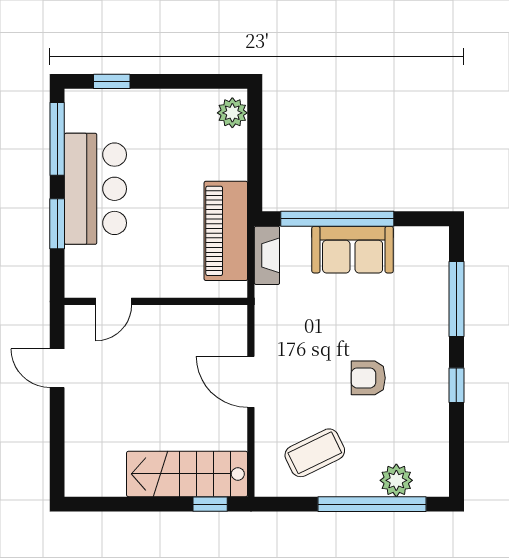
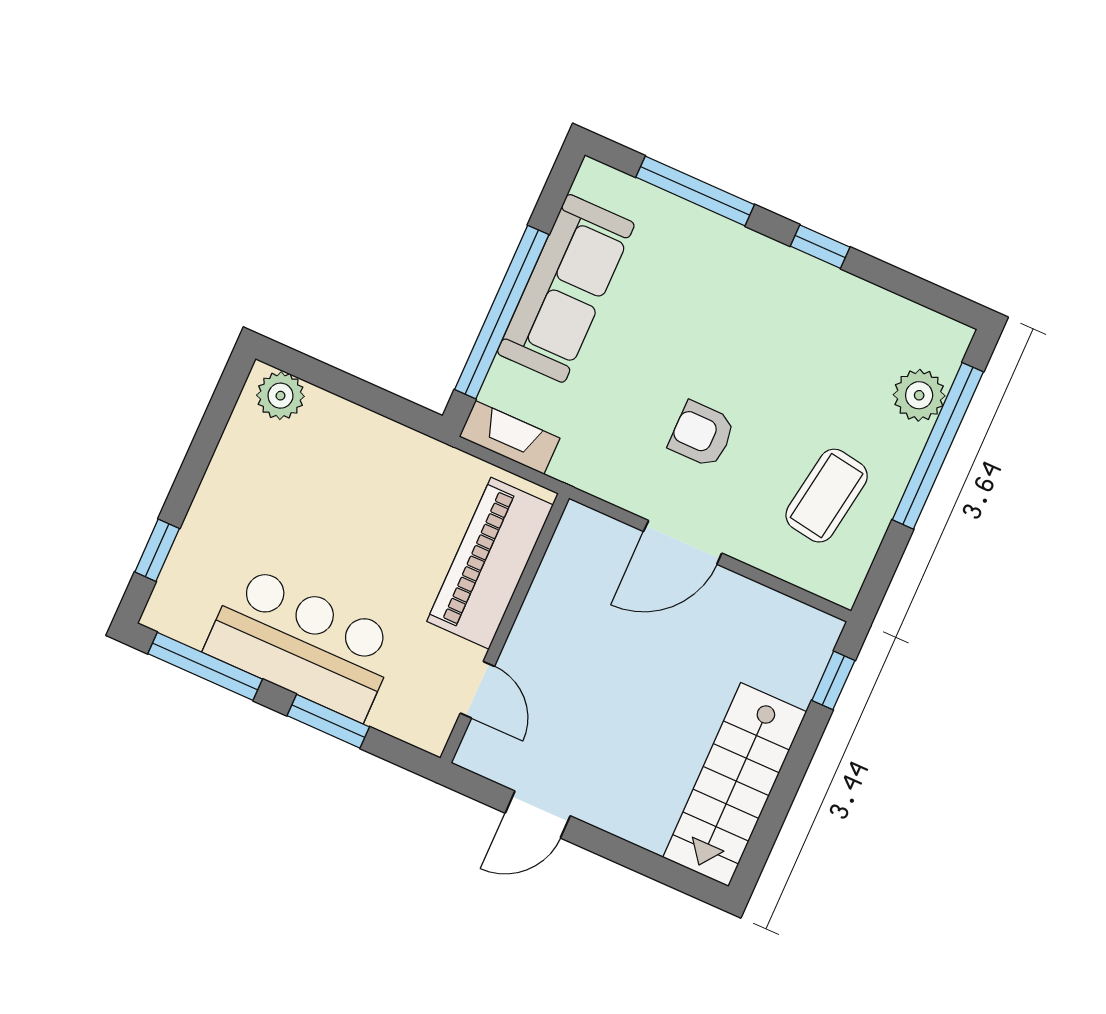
piano: (226, 231) -> (490, 563), moved, turned 90
sofa: (353, 250) -> (566, 288), width x1.36
armchair: (368, 378) -> (702, 434), moved, turned 90
coffee table: (315, 453) -> (827, 496), turned 35
stairs: (187, 474) -> (735, 785), moved

